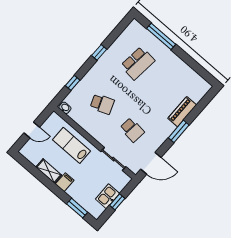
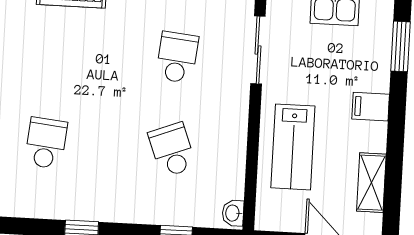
school desk: (138, 63) -> (46, 143), width x0.54
shelving: (49, 171) -> (371, 183), moved

